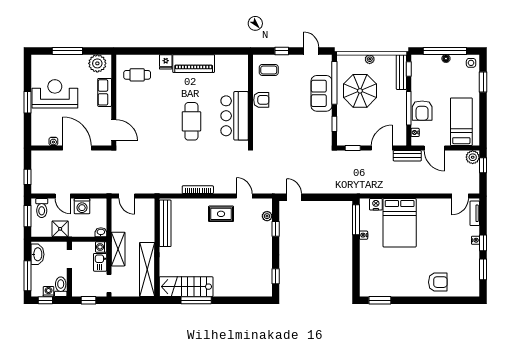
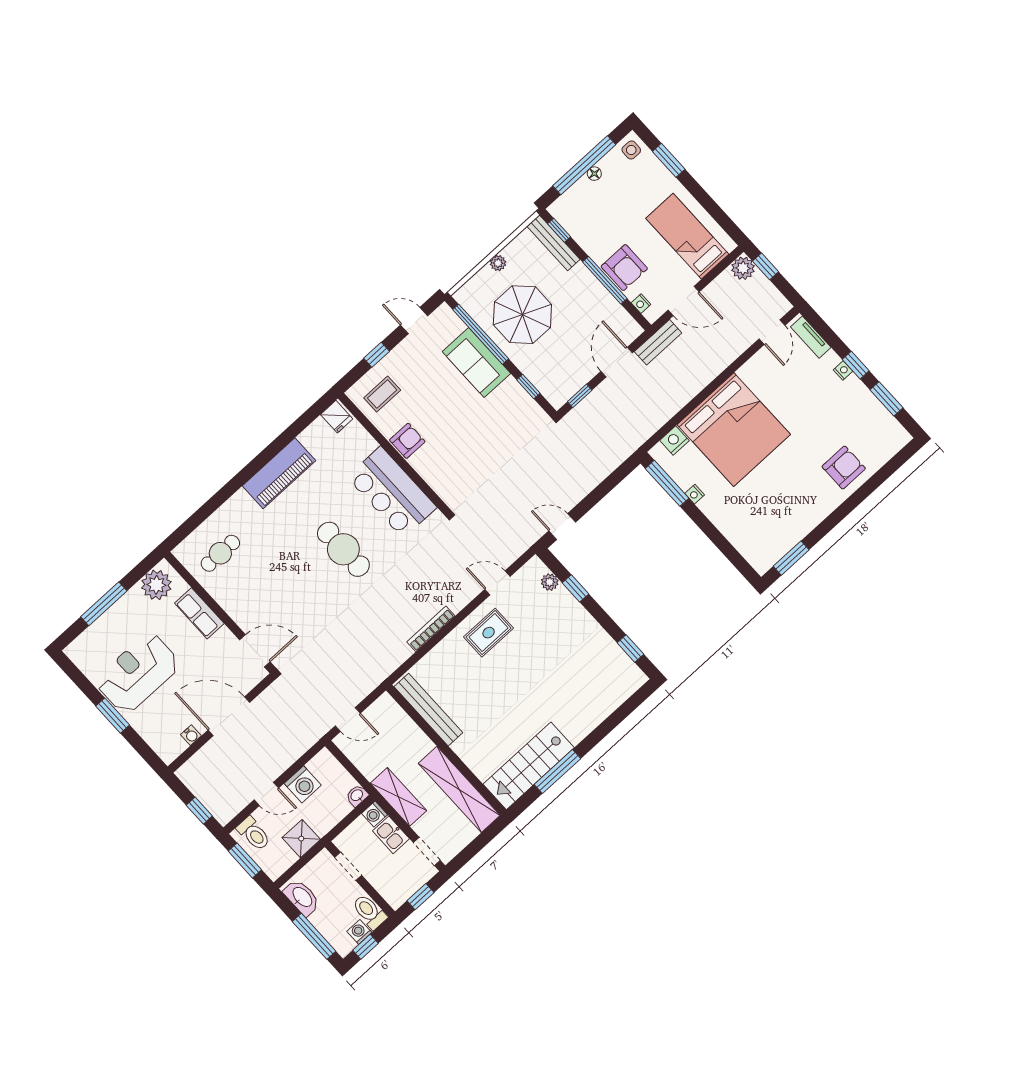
fridge: (166, 62) -> (337, 417), moved
bed: (400, 223) -> (734, 430), width x1.36

